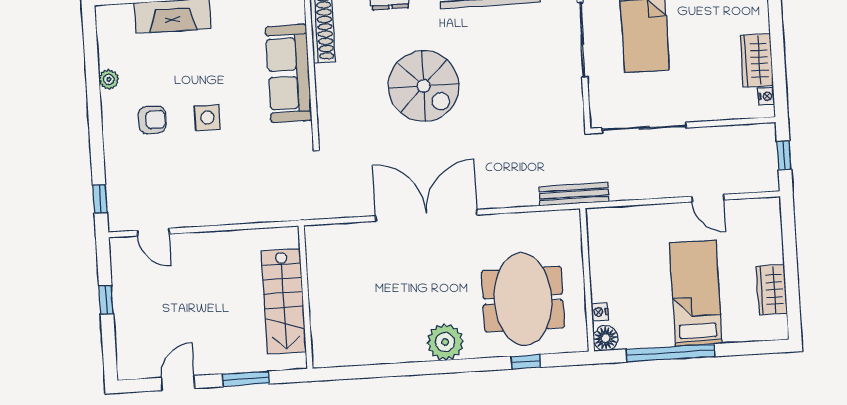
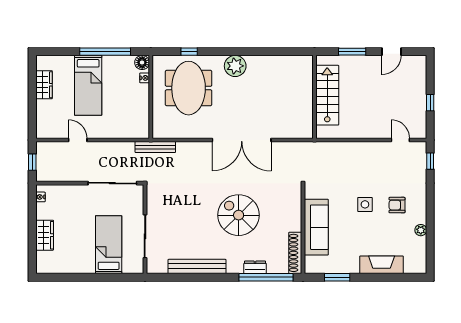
wardrobe: (757, 60) -> (45, 235), moved

